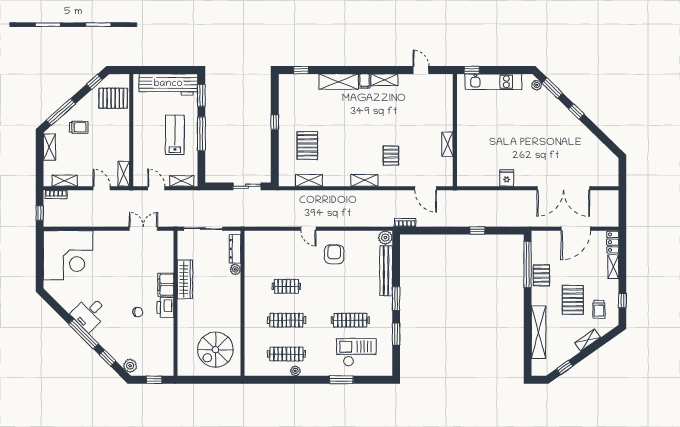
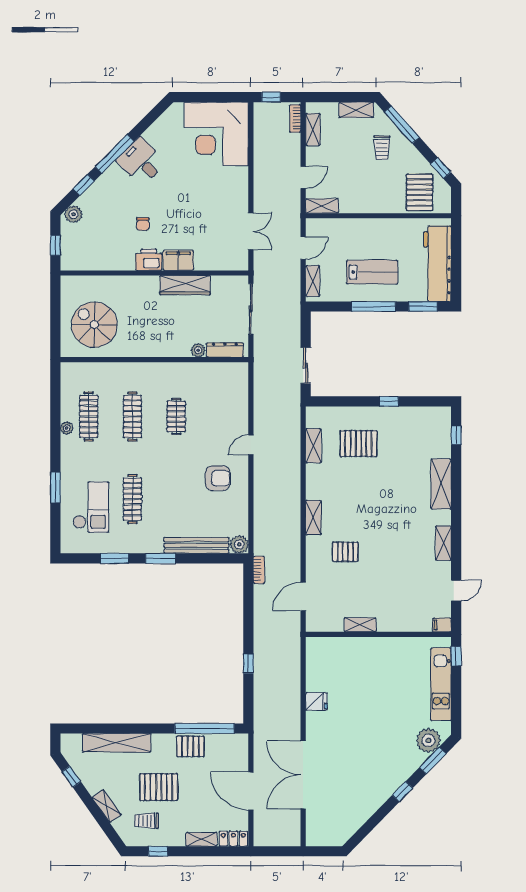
filing cabinet: (365, 81) -> (442, 625), moved
plant: (537, 85) -> (428, 740), width x1.88, depth x1.88

